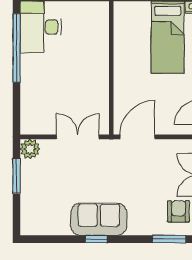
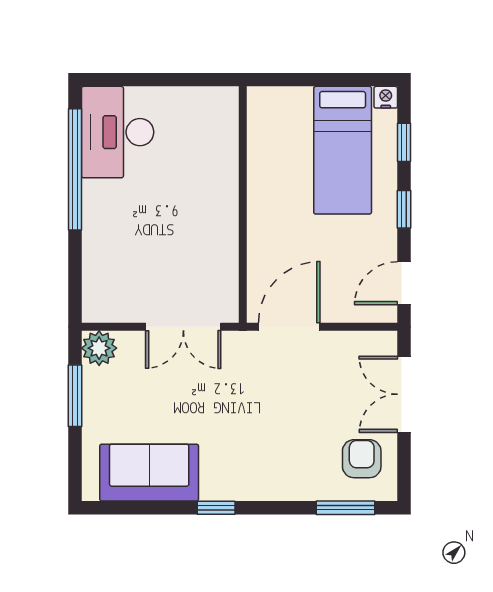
double door: (78, 137) -> (183, 327), swing flipped
sofa: (99, 219) -> (149, 473), moved

